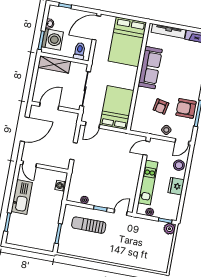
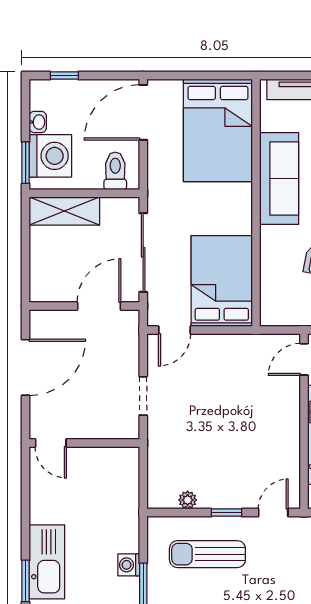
door: (49, 106) -> (99, 306), moved
washing machine: (61, 186) -> (129, 565), moved
kitchen sink: (22, 197) -> (47, 562), moved

